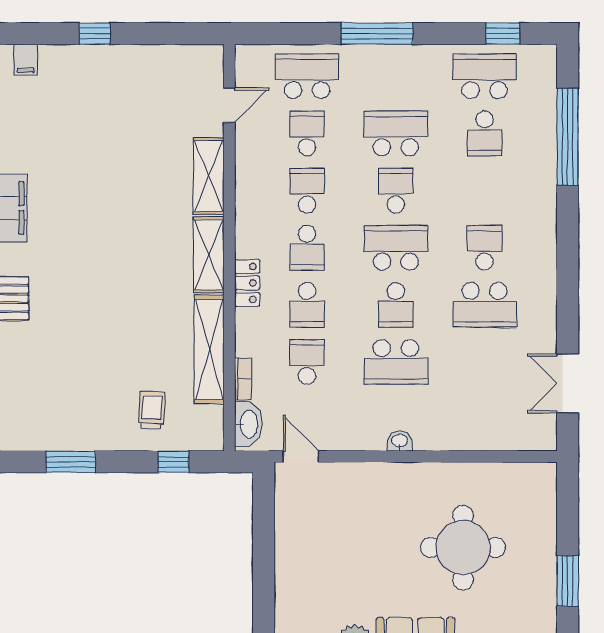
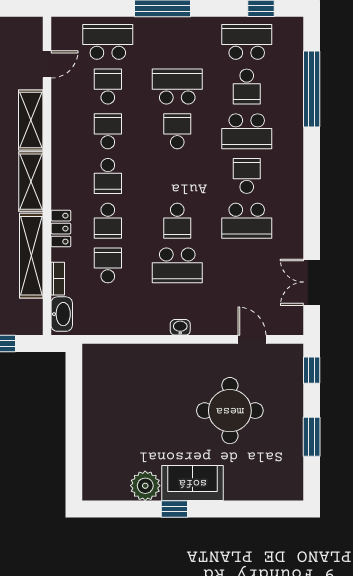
school desk: (396, 248) -> (247, 131), moved, turned 180
locker: (247, 283) -> (61, 229), moved
door: (301, 457) -> (252, 339), moved
window: (568, 496) -> (312, 370), added

